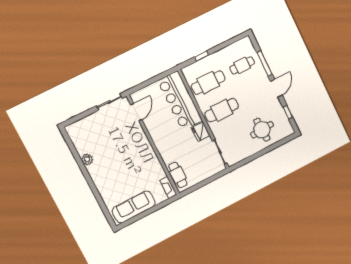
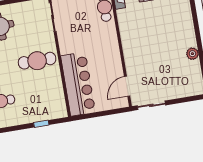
cafe table: (208, 83) -> (43, 94), removed
fridge: (201, 132) -> (66, 45), removed

